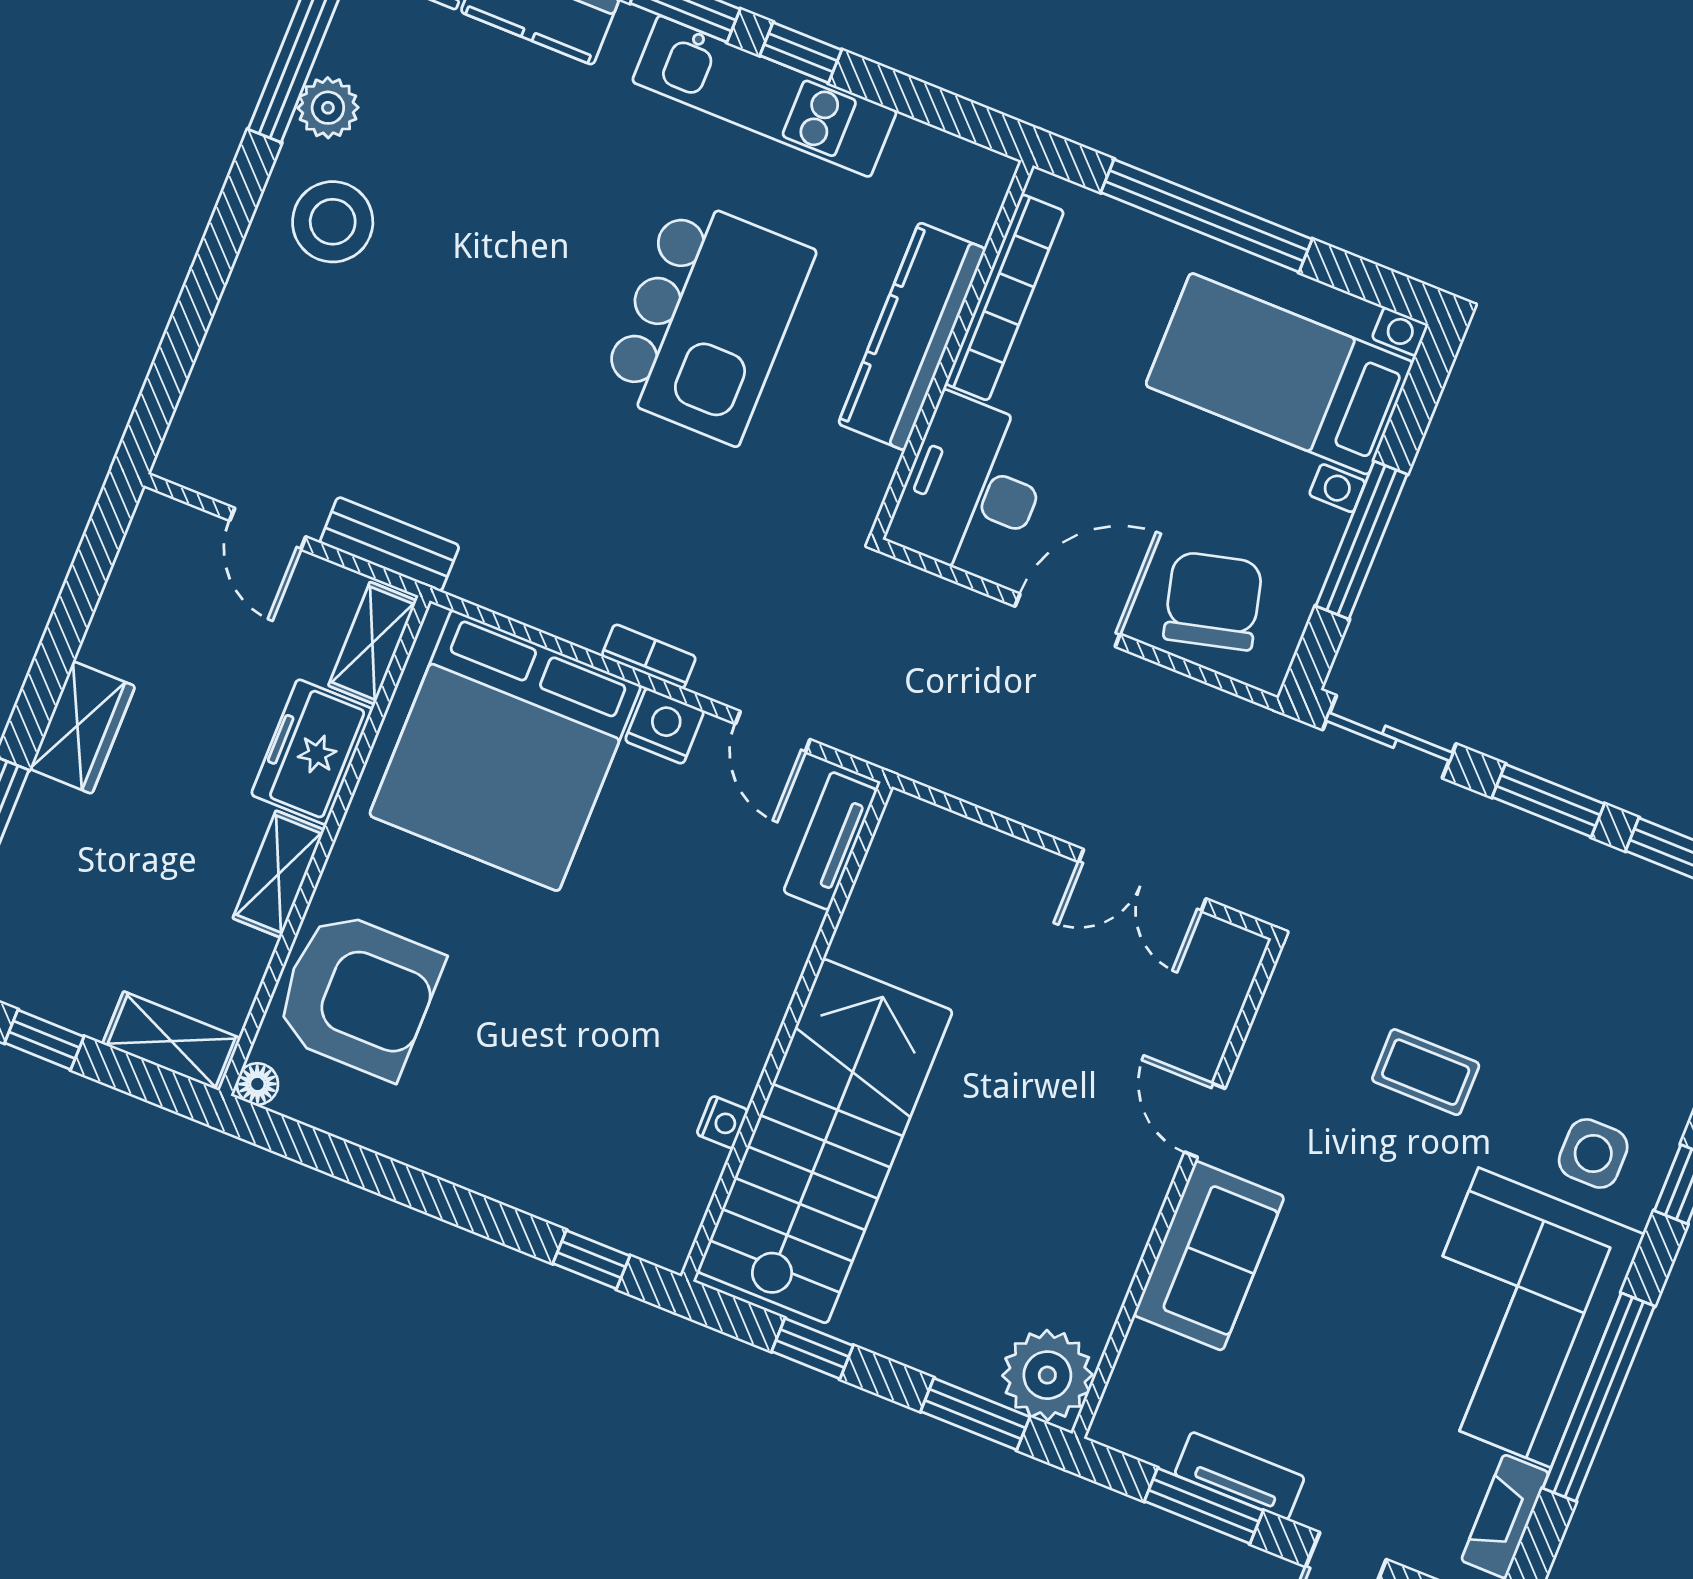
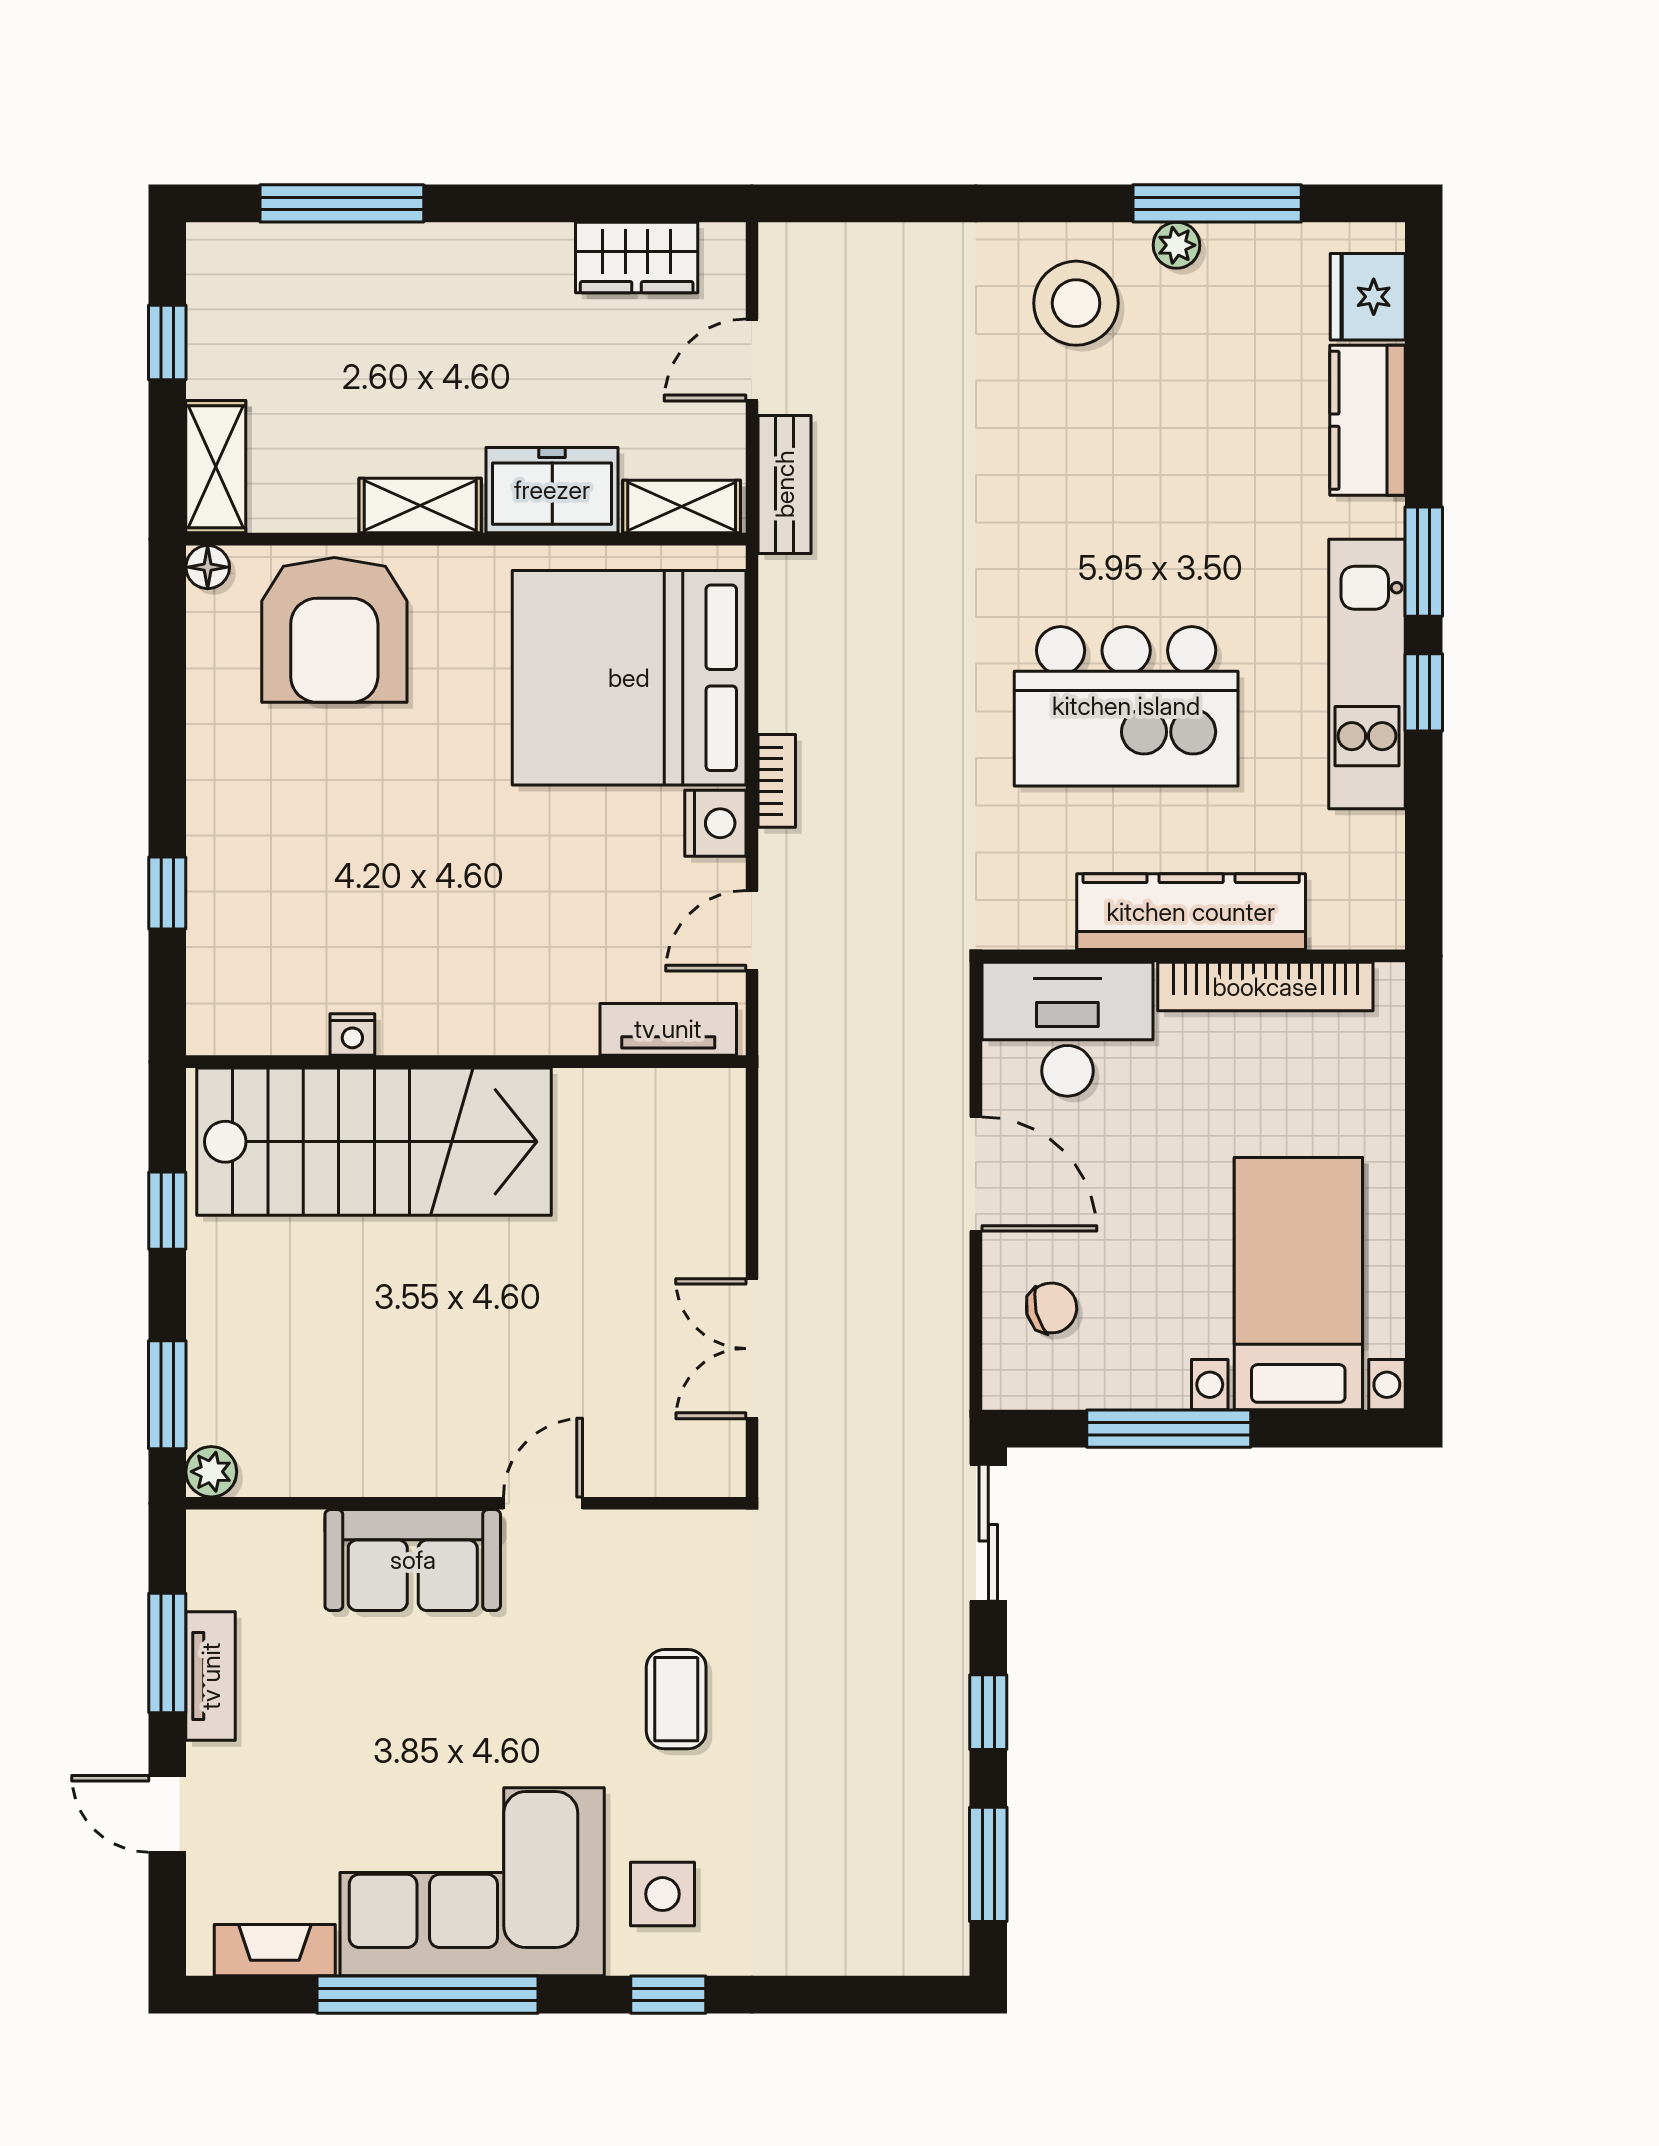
plant: (328, 108) -> (1176, 245), width x0.73, depth x0.73
window: (1206, 216) -> (1424, 1151), removed
chair: (1213, 601) -> (1052, 1308), width x0.54, depth x0.54
wardrobe: (82, 728) -> (637, 257), moved
window: (1548, 801) -> (988, 1712), width x0.67
window: (591, 1260) -> (167, 893), moved
plant: (1047, 1375) -> (211, 1472), width x0.53, depth x0.53

